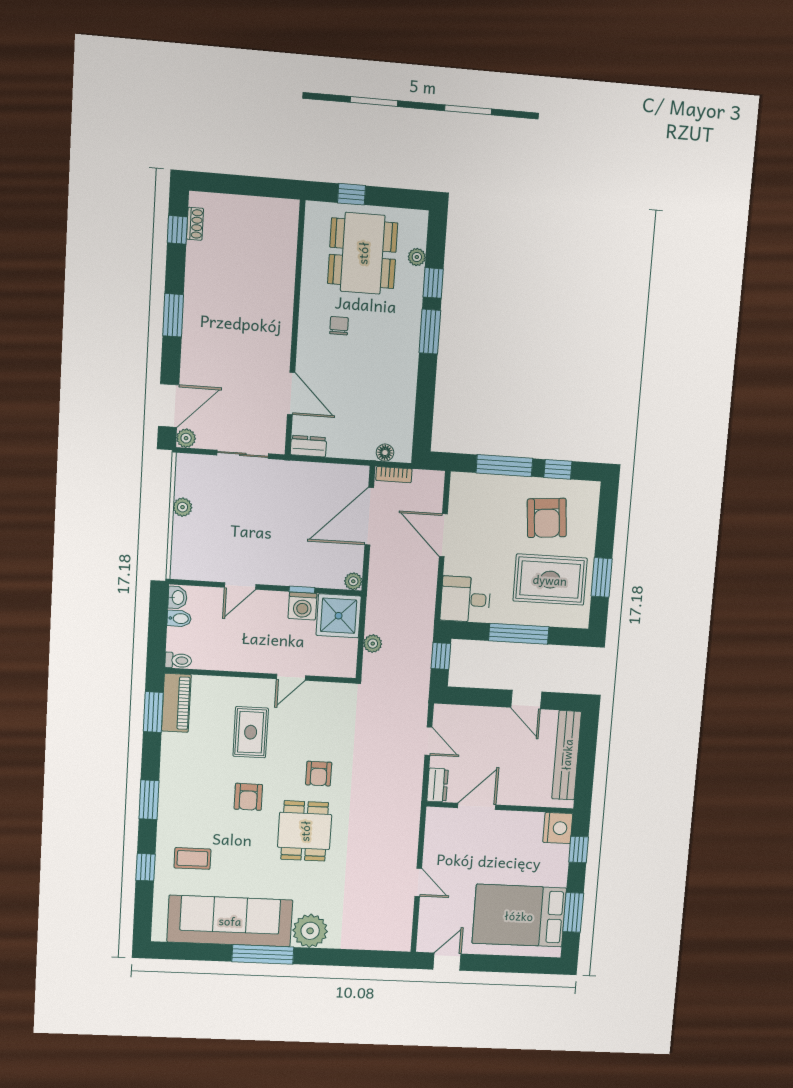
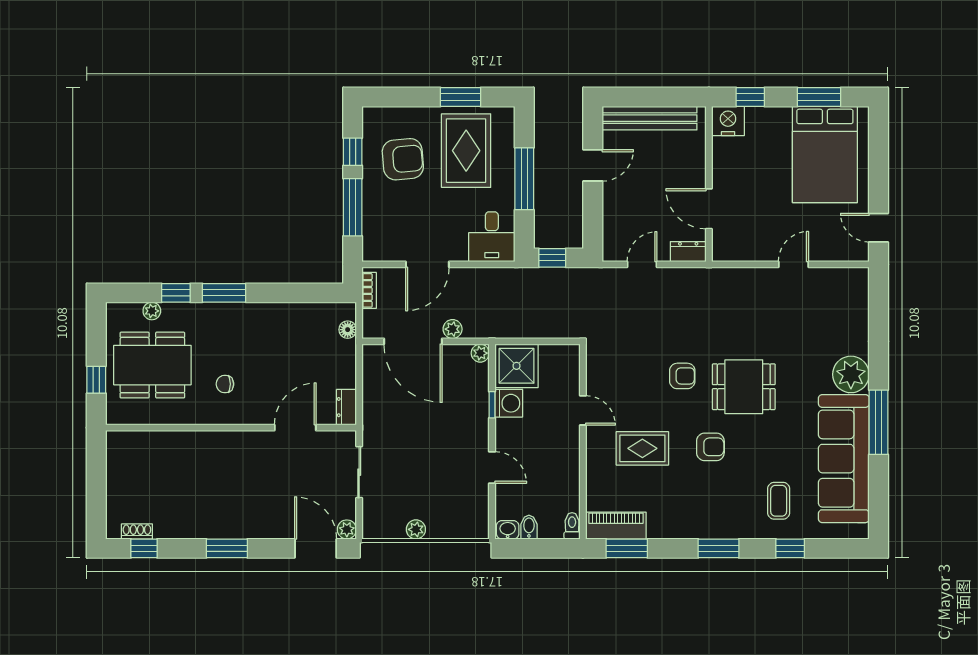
bookcase: (394, 475) -> (369, 290), moved
plant: (373, 644) -> (453, 329), moved

